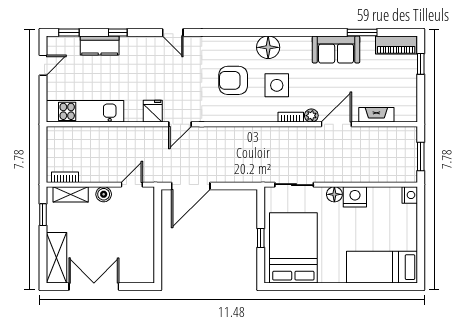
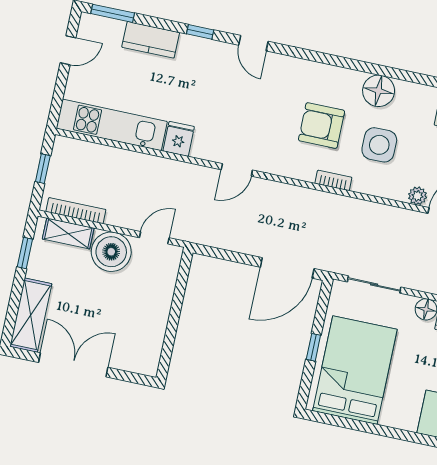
window: (69, 32) -> (113, 13), width x1.50
window: (118, 32) -> (200, 32), moved
fridge: (153, 111) -> (179, 139), moved
bookcase: (291, 117) -> (333, 180), moved
window: (43, 152) -> (43, 169), added
bookcase: (65, 177) -> (76, 211), width x1.56
door: (191, 186) -> (287, 268), moved
boiler: (104, 194) -> (111, 252), width x1.86, depth x1.86

